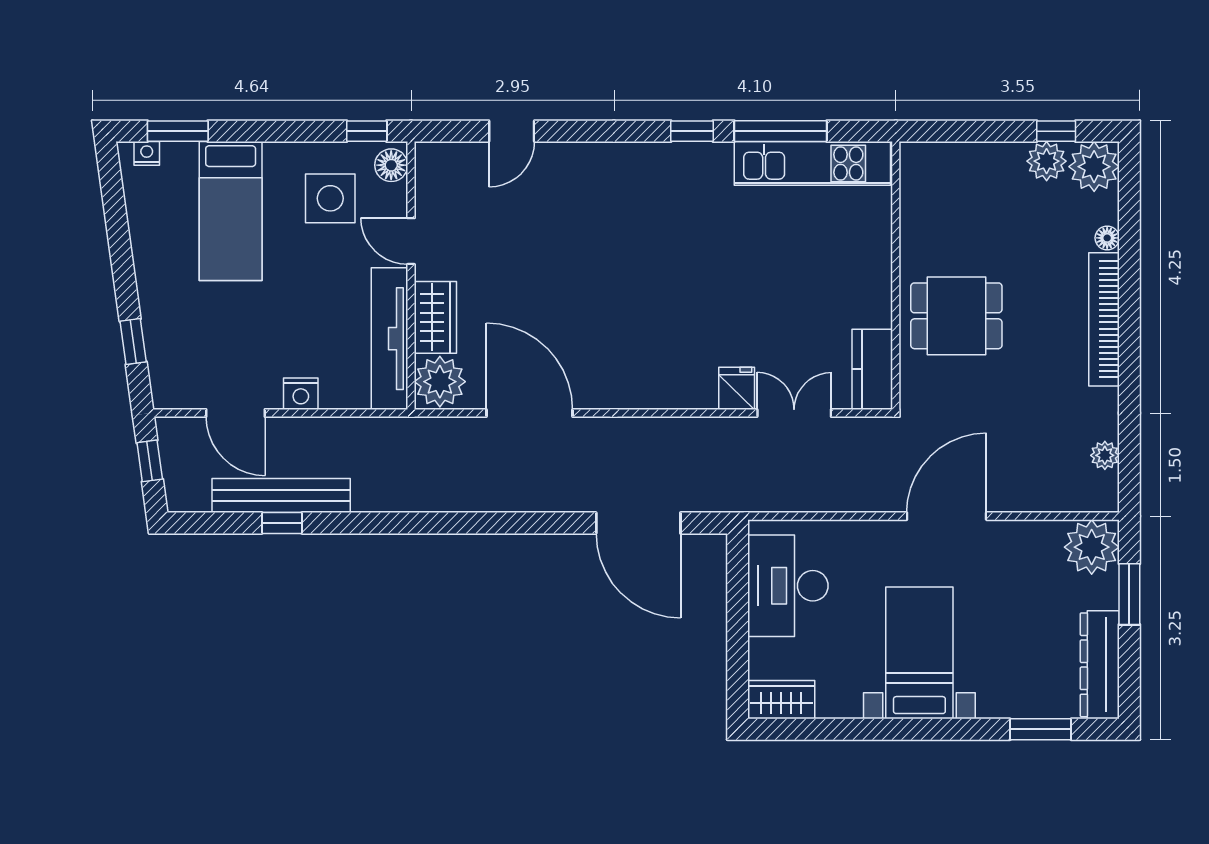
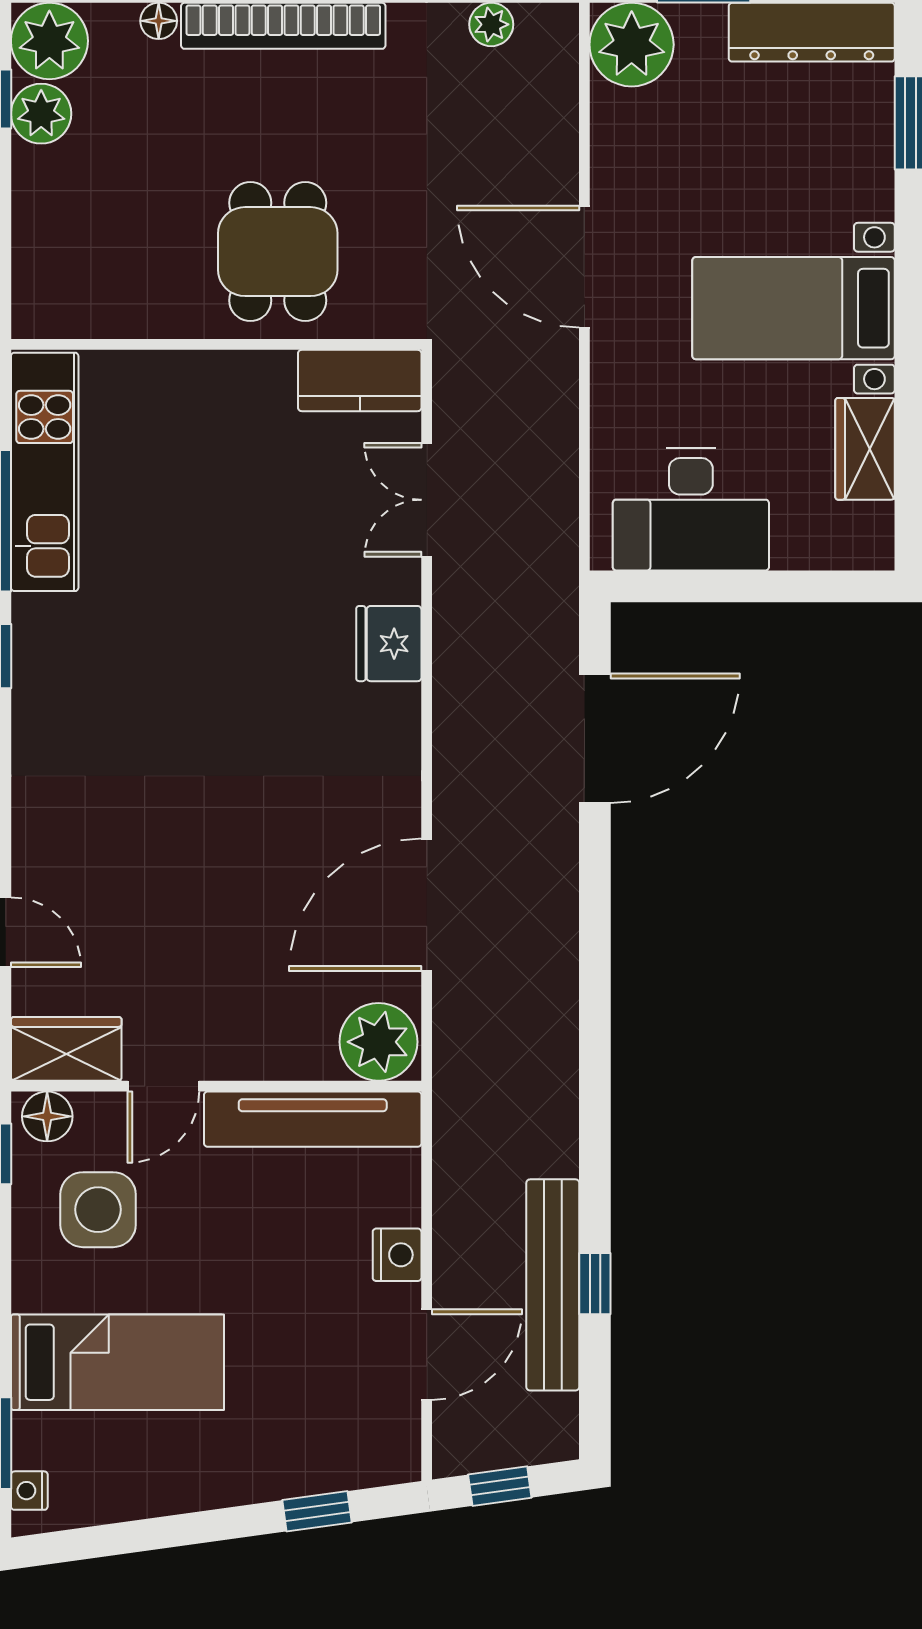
wardrobe: (435, 317) -> (66, 1049), moved
fridge: (737, 388) -> (389, 644), moved, width x1.38
wardrobe: (781, 700) -> (865, 449), moved

